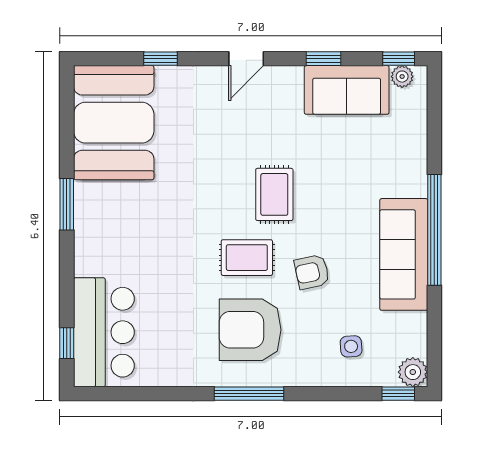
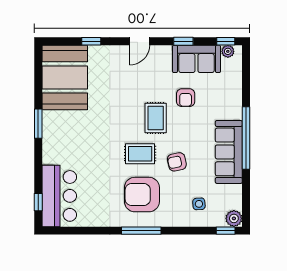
armchair: (327, 158) -> (186, 98), added

